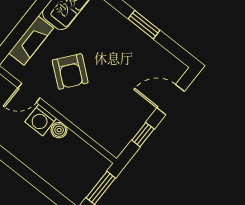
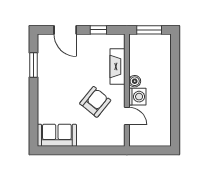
window: (144, 25) -> (33, 65), moved
fireplace: (31, 41) -> (117, 66), moved, turned -90

